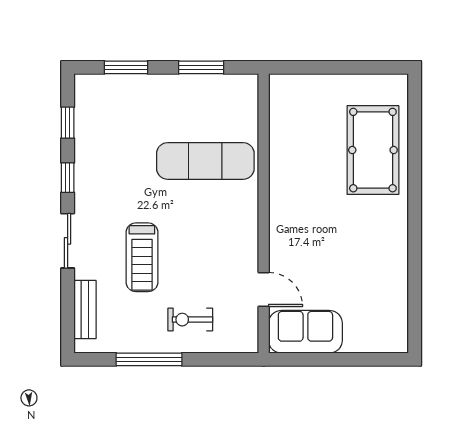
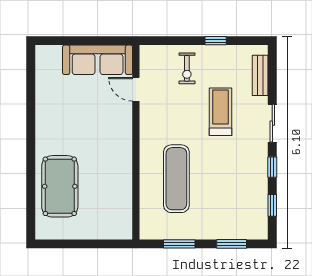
exercise mat: (205, 161) -> (176, 179), turned 90
exercise bike: (190, 320) -> (187, 68), turned 90
sofa: (305, 332) -> (98, 60), width x1.36
window: (149, 359) -> (216, 41), width x0.46

